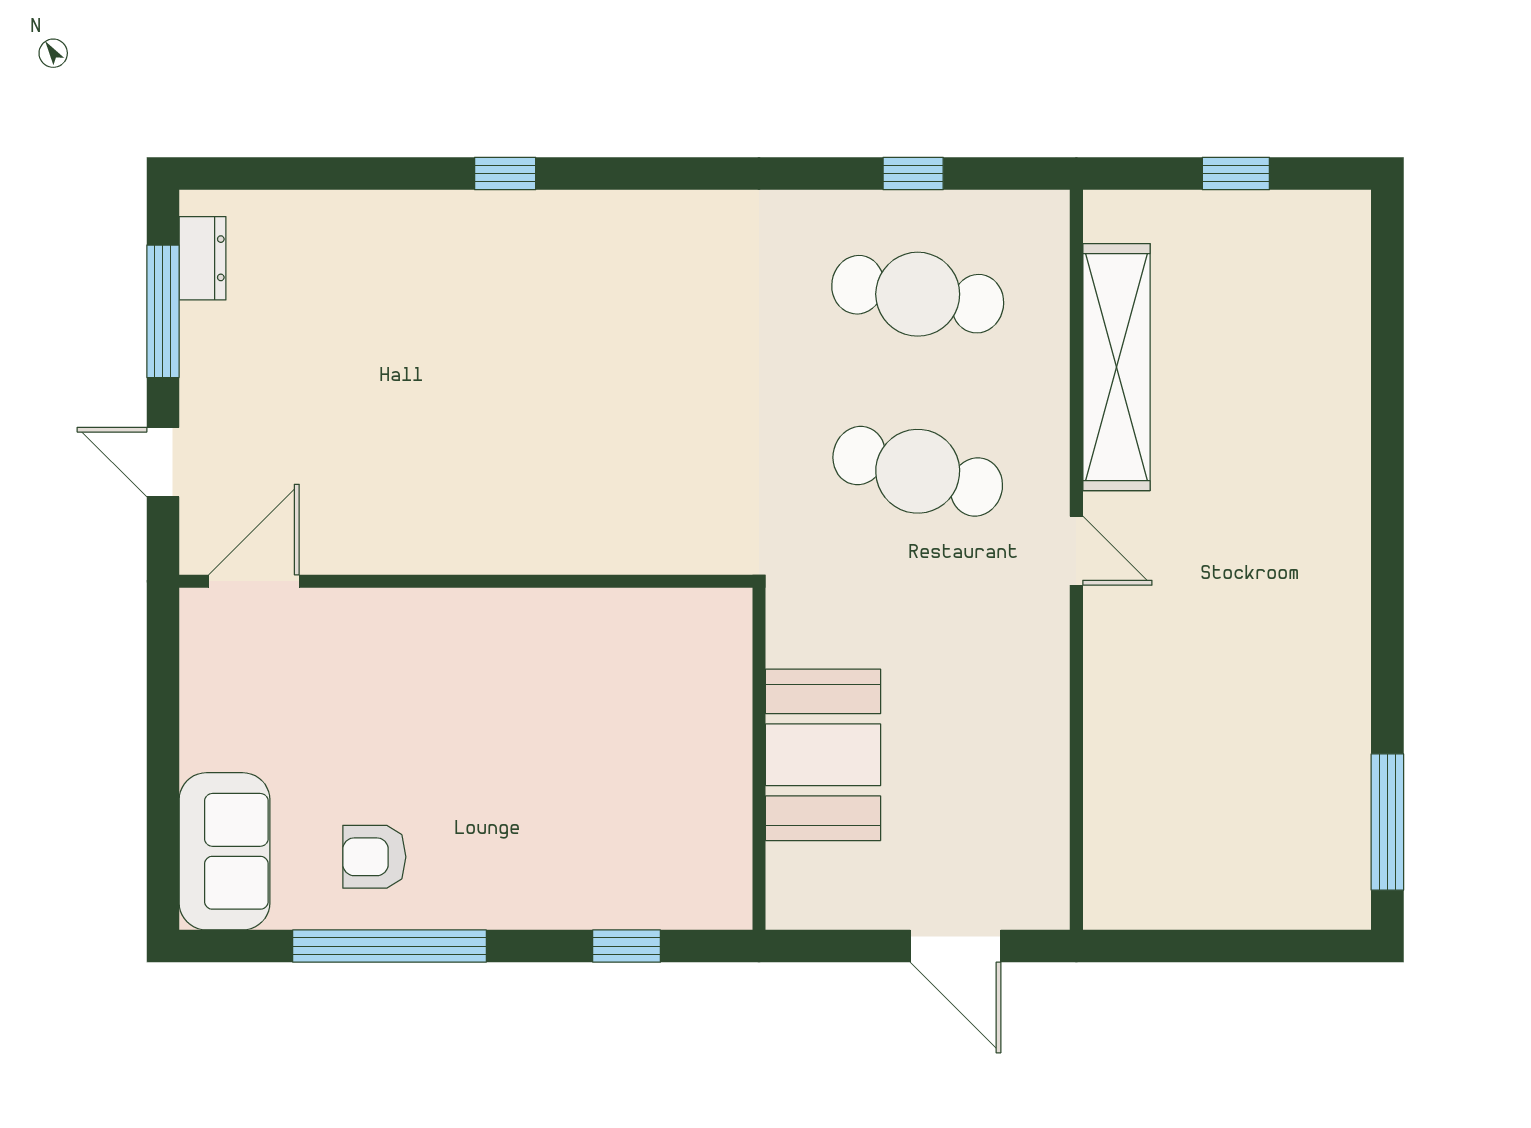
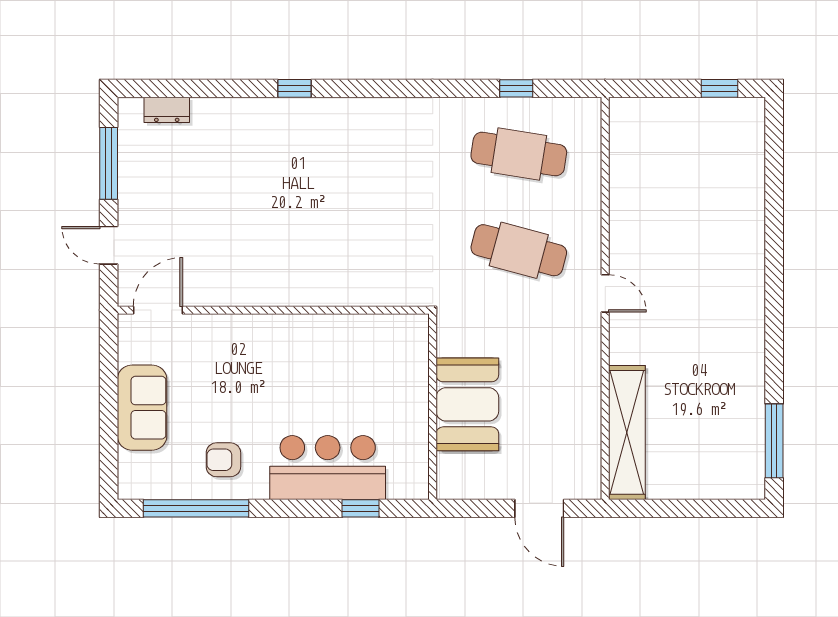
window: (1236, 174) -> (719, 88), moved
dresser: (202, 258) -> (167, 110), moved, turned 90
shelving: (1117, 367) -> (627, 432), moved
sofa: (225, 851) -> (142, 408), moved
bar counter: (566, 871) -> (328, 467), added
window: (390, 946) -> (196, 508), moved

